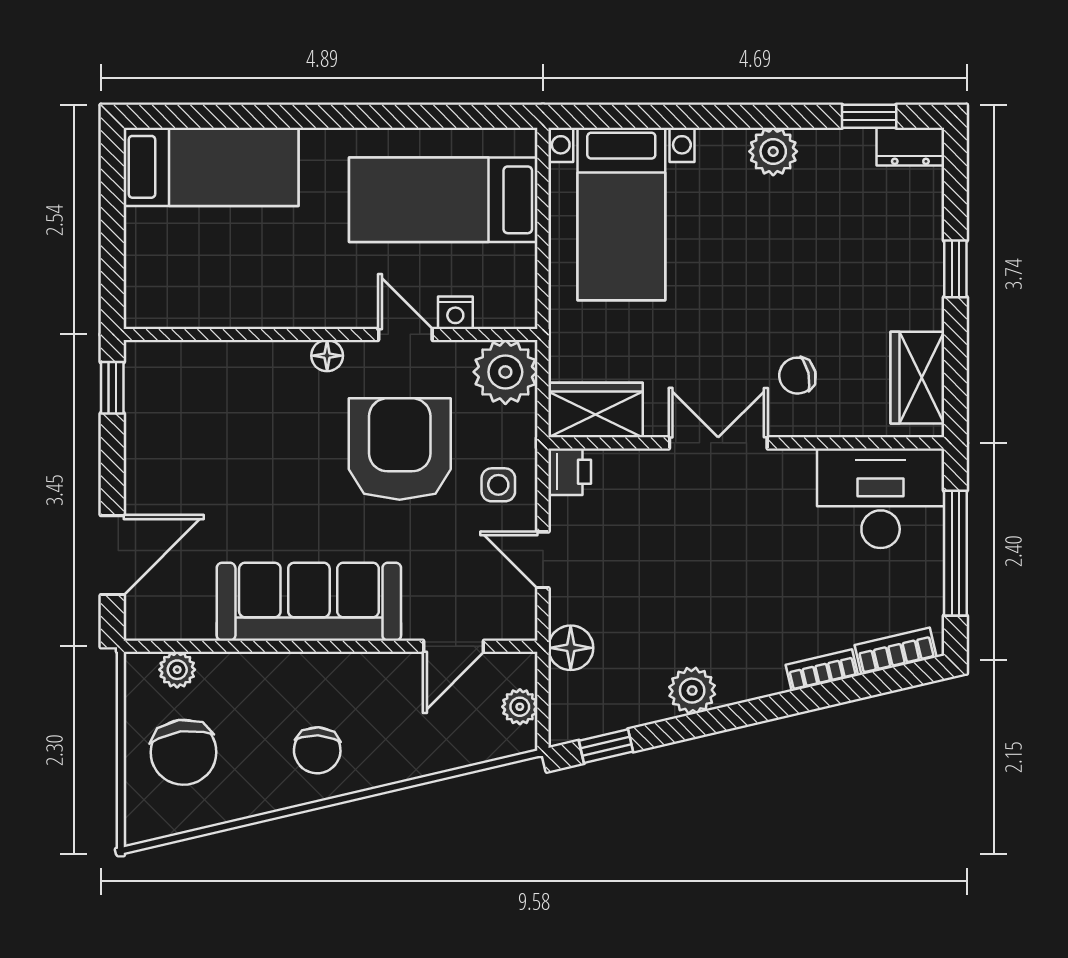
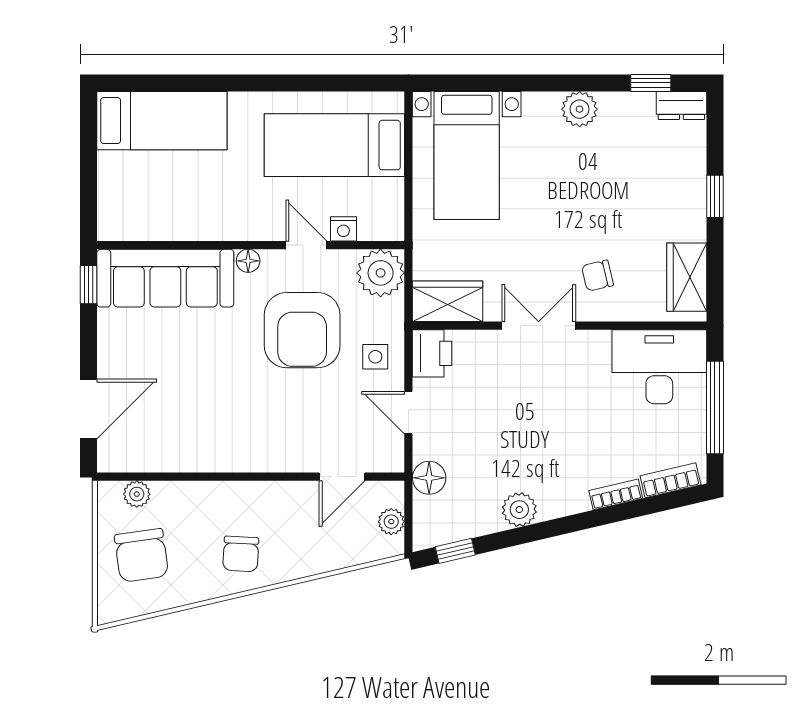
armchair: (400, 449) -> (302, 330), turned 180
printer: (570, 472) -> (432, 353), width x1.36, depth x1.24
sofa: (309, 602) -> (165, 278), moved, turned 180

